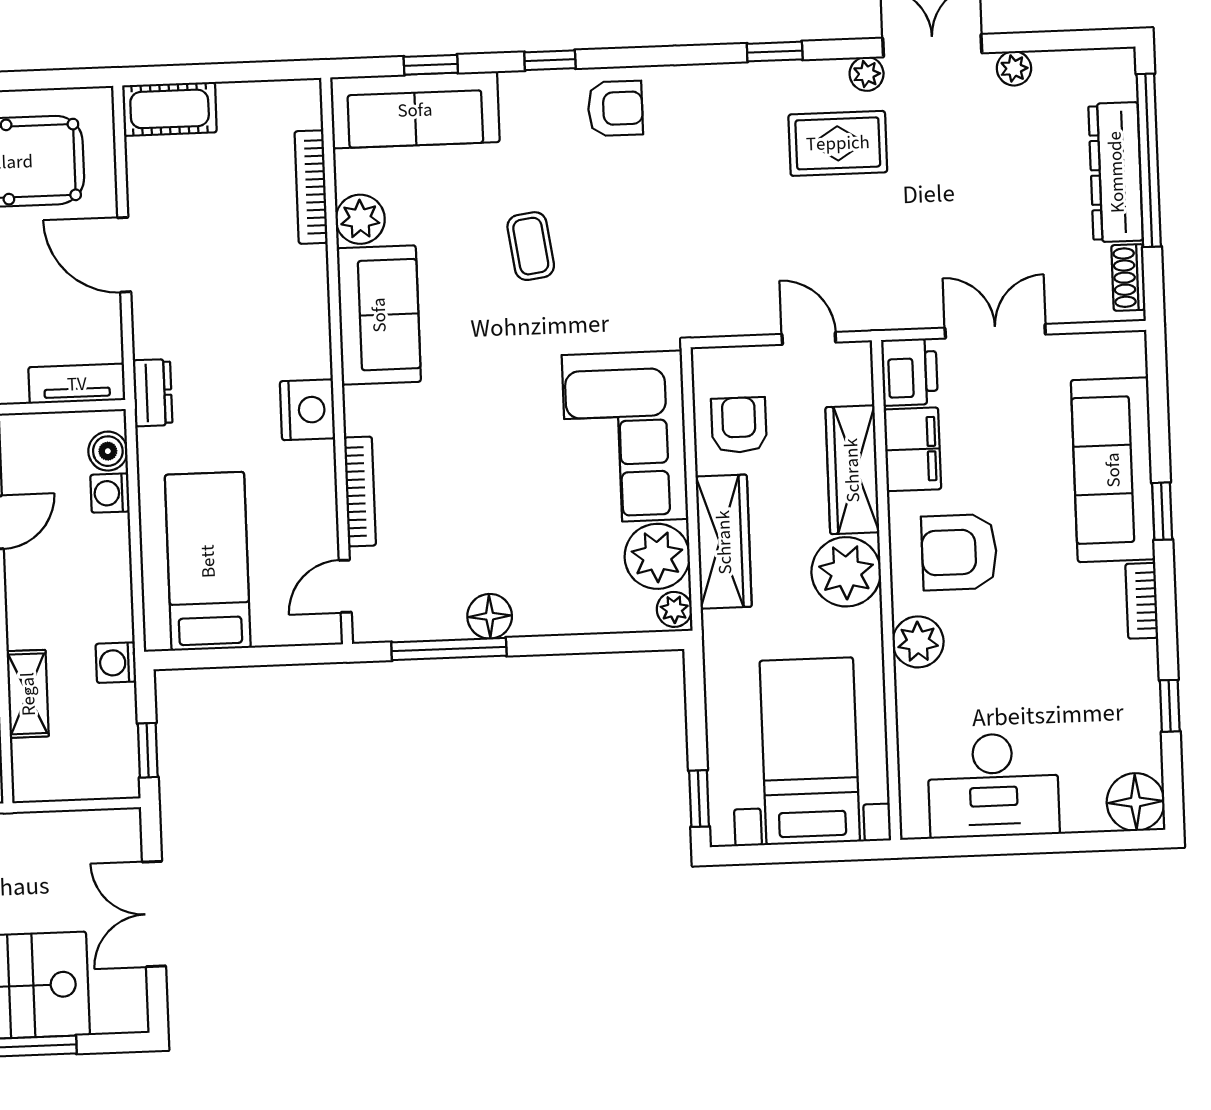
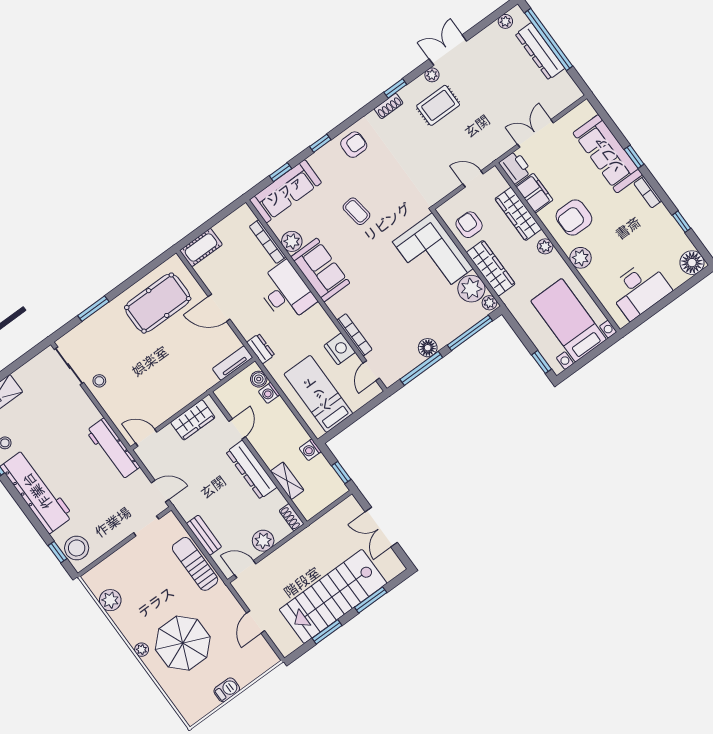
plant: (1014, 68) -> (505, 21), moved
shoe rack: (1128, 277) -> (389, 106), moved, turned -90
desk: (279, 313) -> (286, 292), added
nightstand: (307, 410) -> (340, 349), moved
plant: (846, 572) -> (545, 246), width x0.53, depth x0.53
window: (595, 643) -> (470, 333), added

